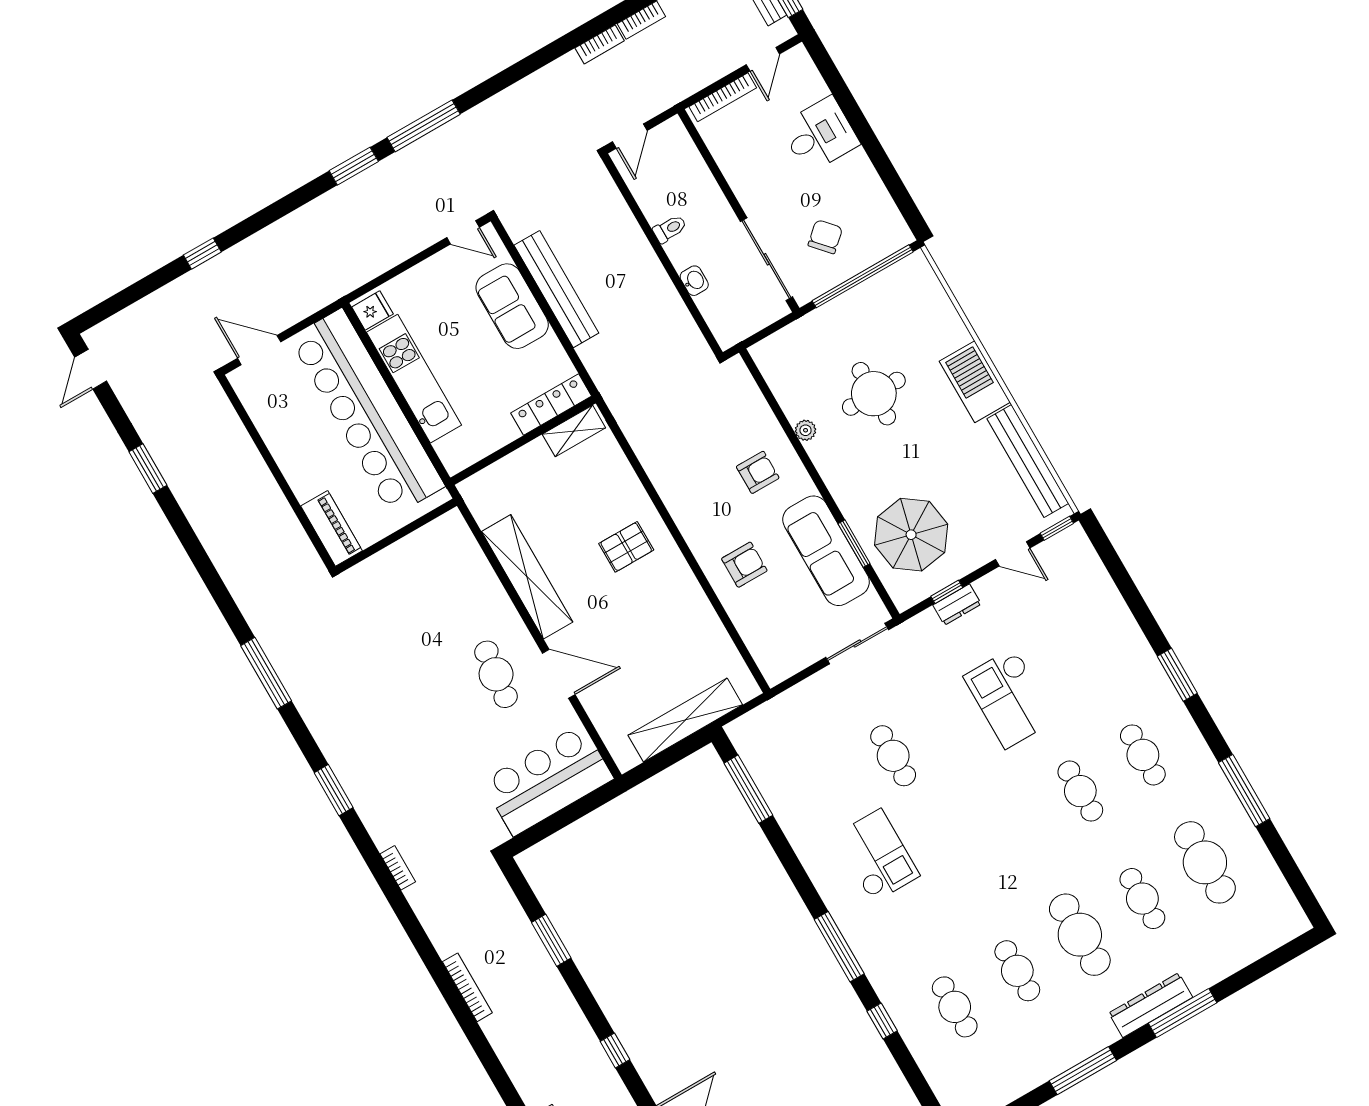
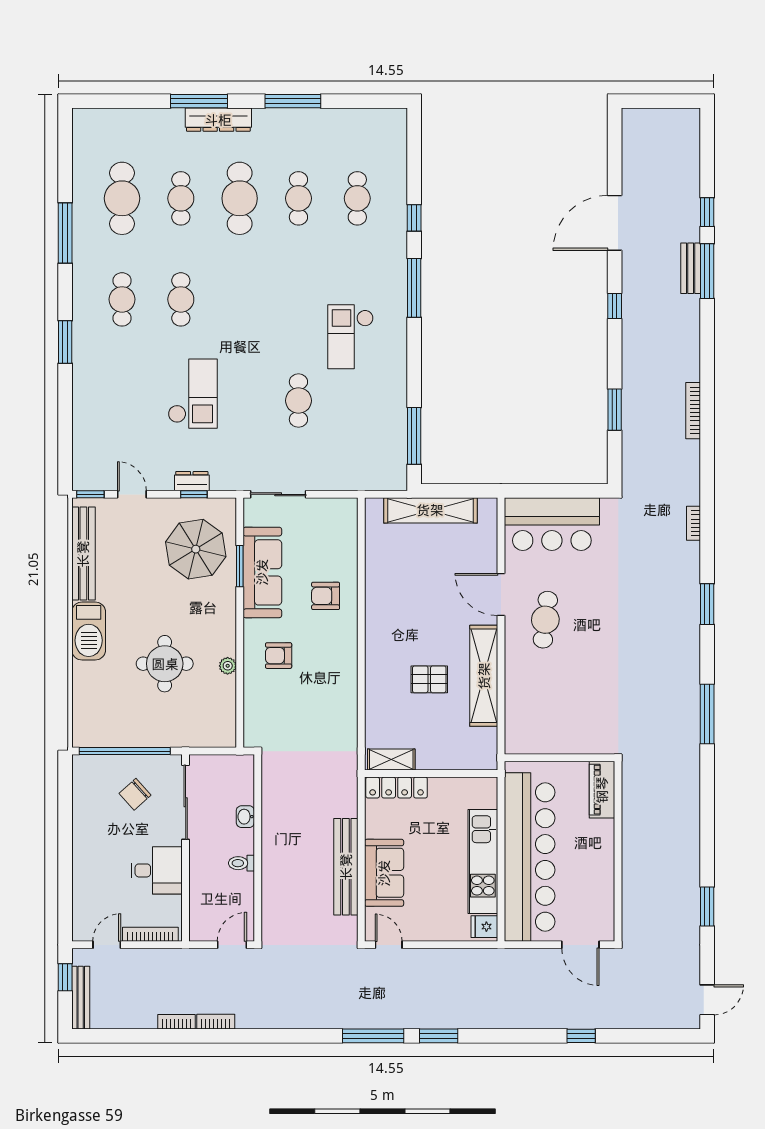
desk: (820, 135) -> (157, 870), moved, turned 180
pallet: (626, 547) -> (429, 679), moved

